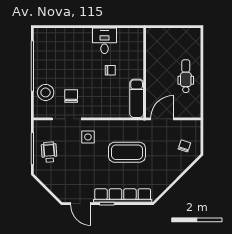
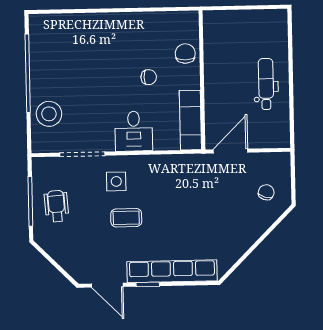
desk: (104, 41) -> (134, 131), moved, turned 180
chair: (71, 96) -> (185, 54), moved
coffee table: (127, 152) -> (126, 218), moved, width x0.54, depth x0.58

